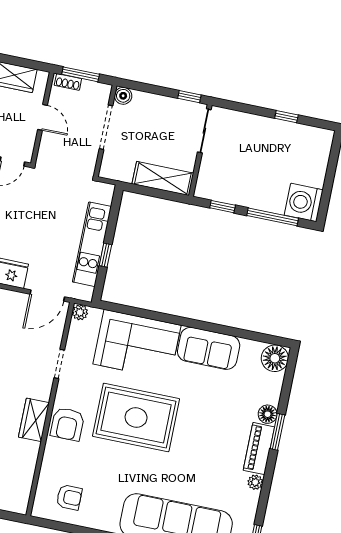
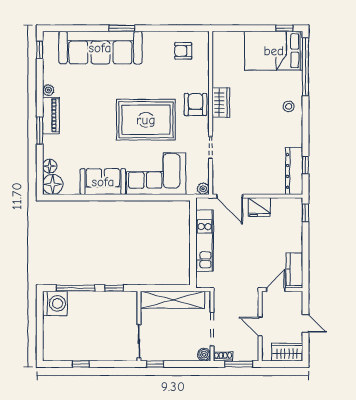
shoe rack: (68, 82) -> (223, 356), moved
shelving: (163, 179) -> (173, 300), width x1.47
window: (105, 255) -> (193, 235), removed
door: (47, 296) -> (230, 196), swing flipped
floor lamp: (268, 414) -> (50, 166), moved

